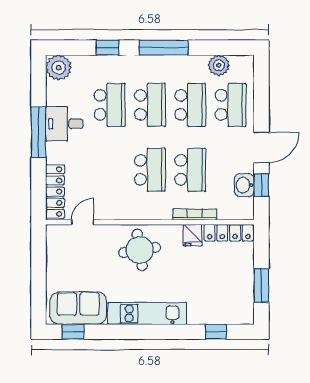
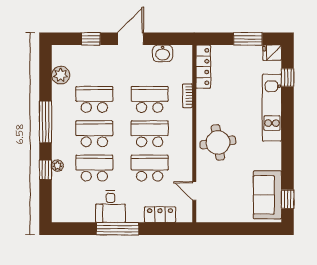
plant: (59, 68) -> (57, 166), moved, width x0.53, depth x0.53
school desk: (231, 105) -> (150, 168), moved
door: (261, 147) -> (131, 39), hinge flipped
window: (261, 185) -> (91, 39), moved
locker: (55, 192) -> (160, 215), width x0.66
bookcase: (195, 214) -> (188, 96), width x0.64
fridge: (193, 235) -> (272, 53), moved, turned 180
kitchen unit: (147, 313) -> (272, 108), moved

